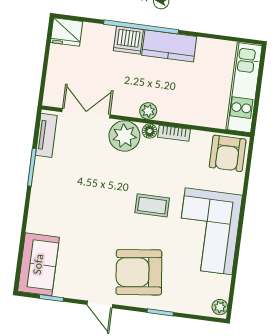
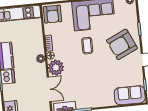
double door: (86, 113) -> (49, 89), swing flipped
armchair: (228, 153) -> (52, 14), turned 90
armchair: (139, 272) -> (122, 44), turned 72

